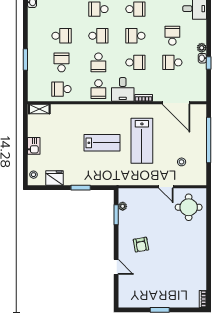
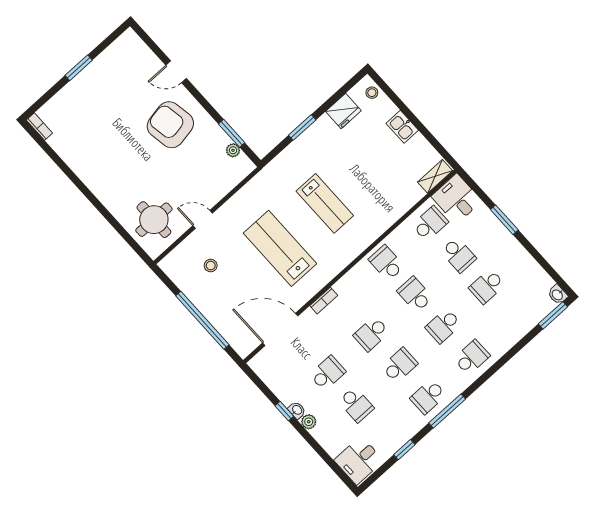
desk: (123, 89) -> (457, 199), moved
lab bench: (102, 143) -> (325, 203), turned -90
armchair: (141, 245) -> (170, 125), width x1.88, depth x1.88

